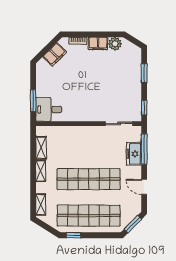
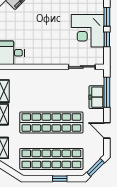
corner desk: (125, 87) -> (88, 31), added
window: (144, 108) -> (107, 39), moved
window: (74, 235) -> (60, 179), moved

